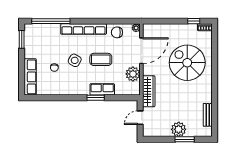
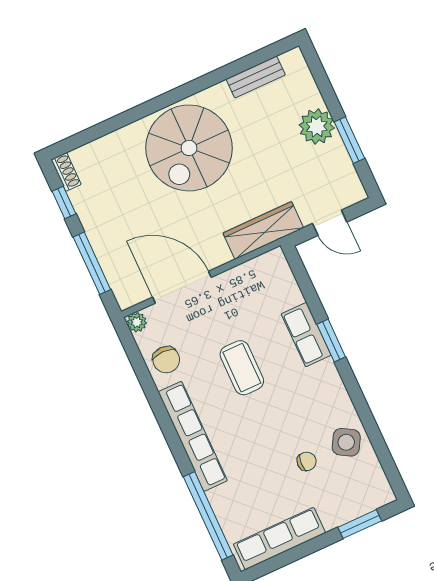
window: (166, 21) -> (92, 263), added
window: (22, 39) -> (360, 524), moved
side table: (75, 60) -> (346, 442), moved
spiral stairs: (187, 63) -> (189, 148), moved
plant: (133, 74) -> (241, 283), removed
row of seats: (30, 77) -> (279, 539), moved
window: (185, 139) -> (349, 140), moved

